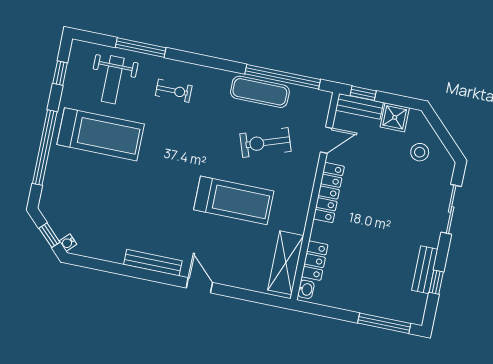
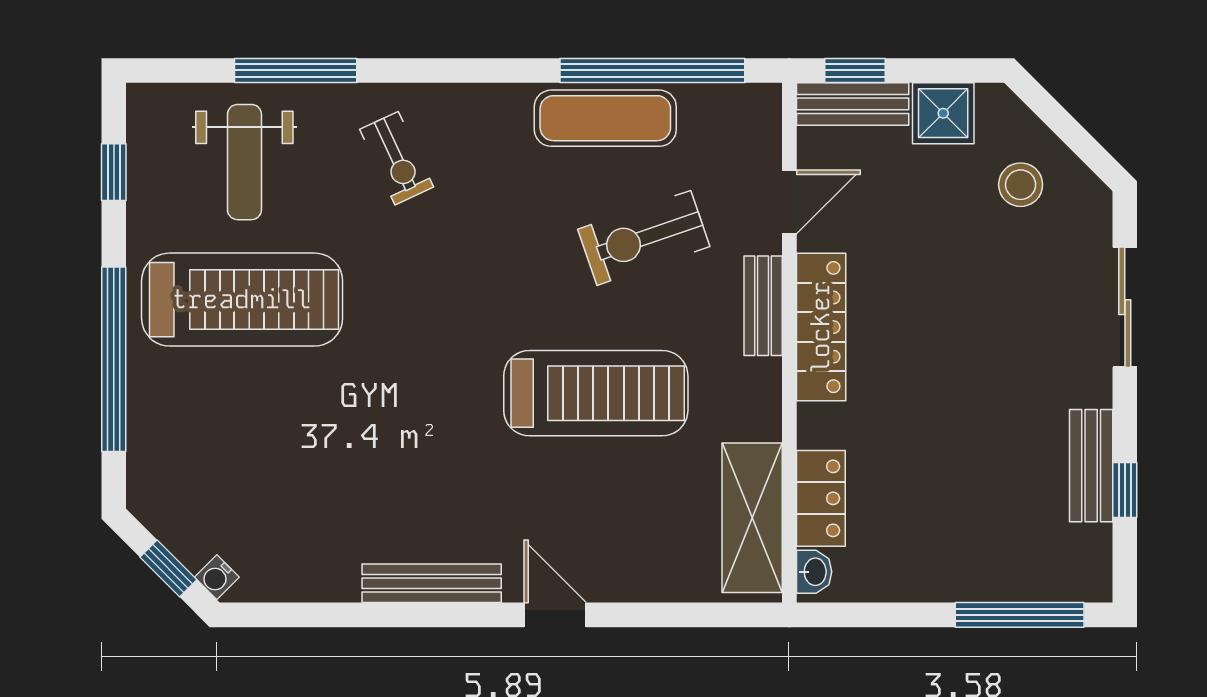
exercise bike: (174, 91) -> (397, 158), turned 65
bench: (307, 179) -> (763, 306), added

